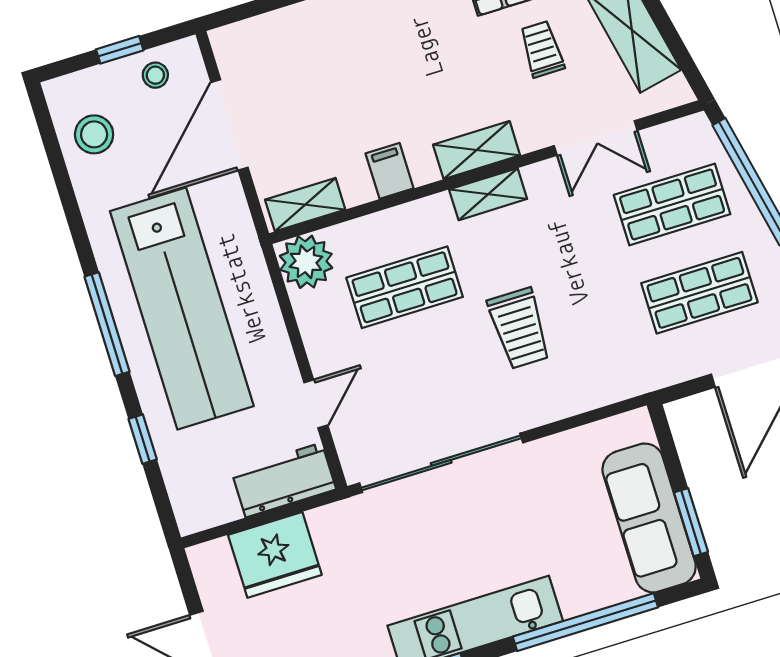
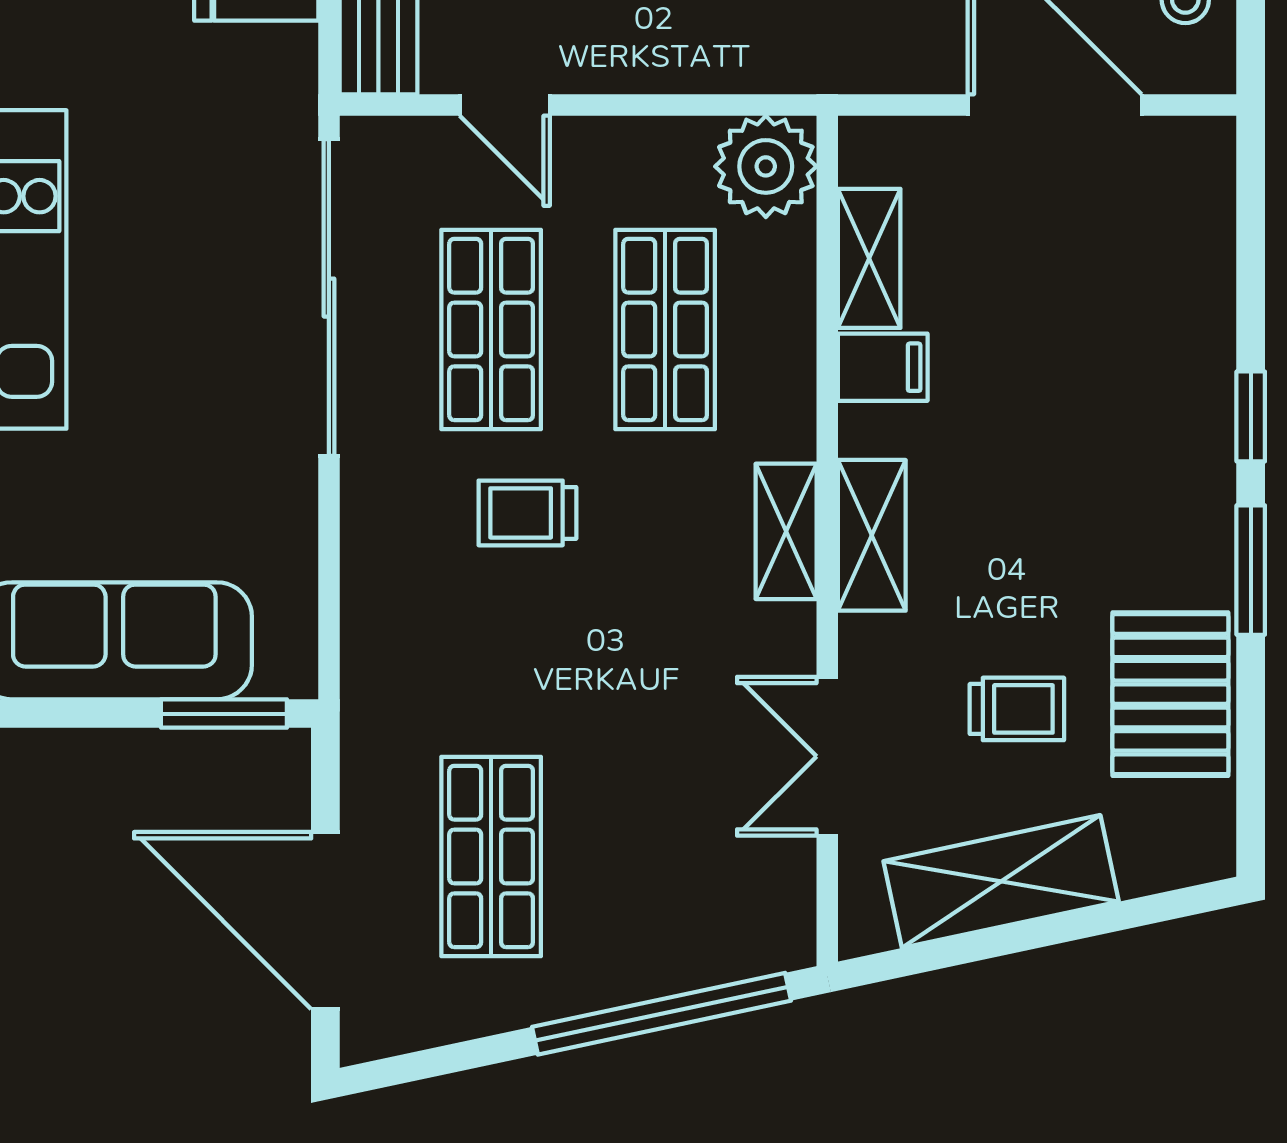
shop shelf: (672, 204) -> (491, 329), moved
shelving: (305, 205) -> (869, 258), moved
trolley: (519, 328) -> (527, 513), width x0.73, depth x0.72
window: (691, 522) -> (224, 714), moved

